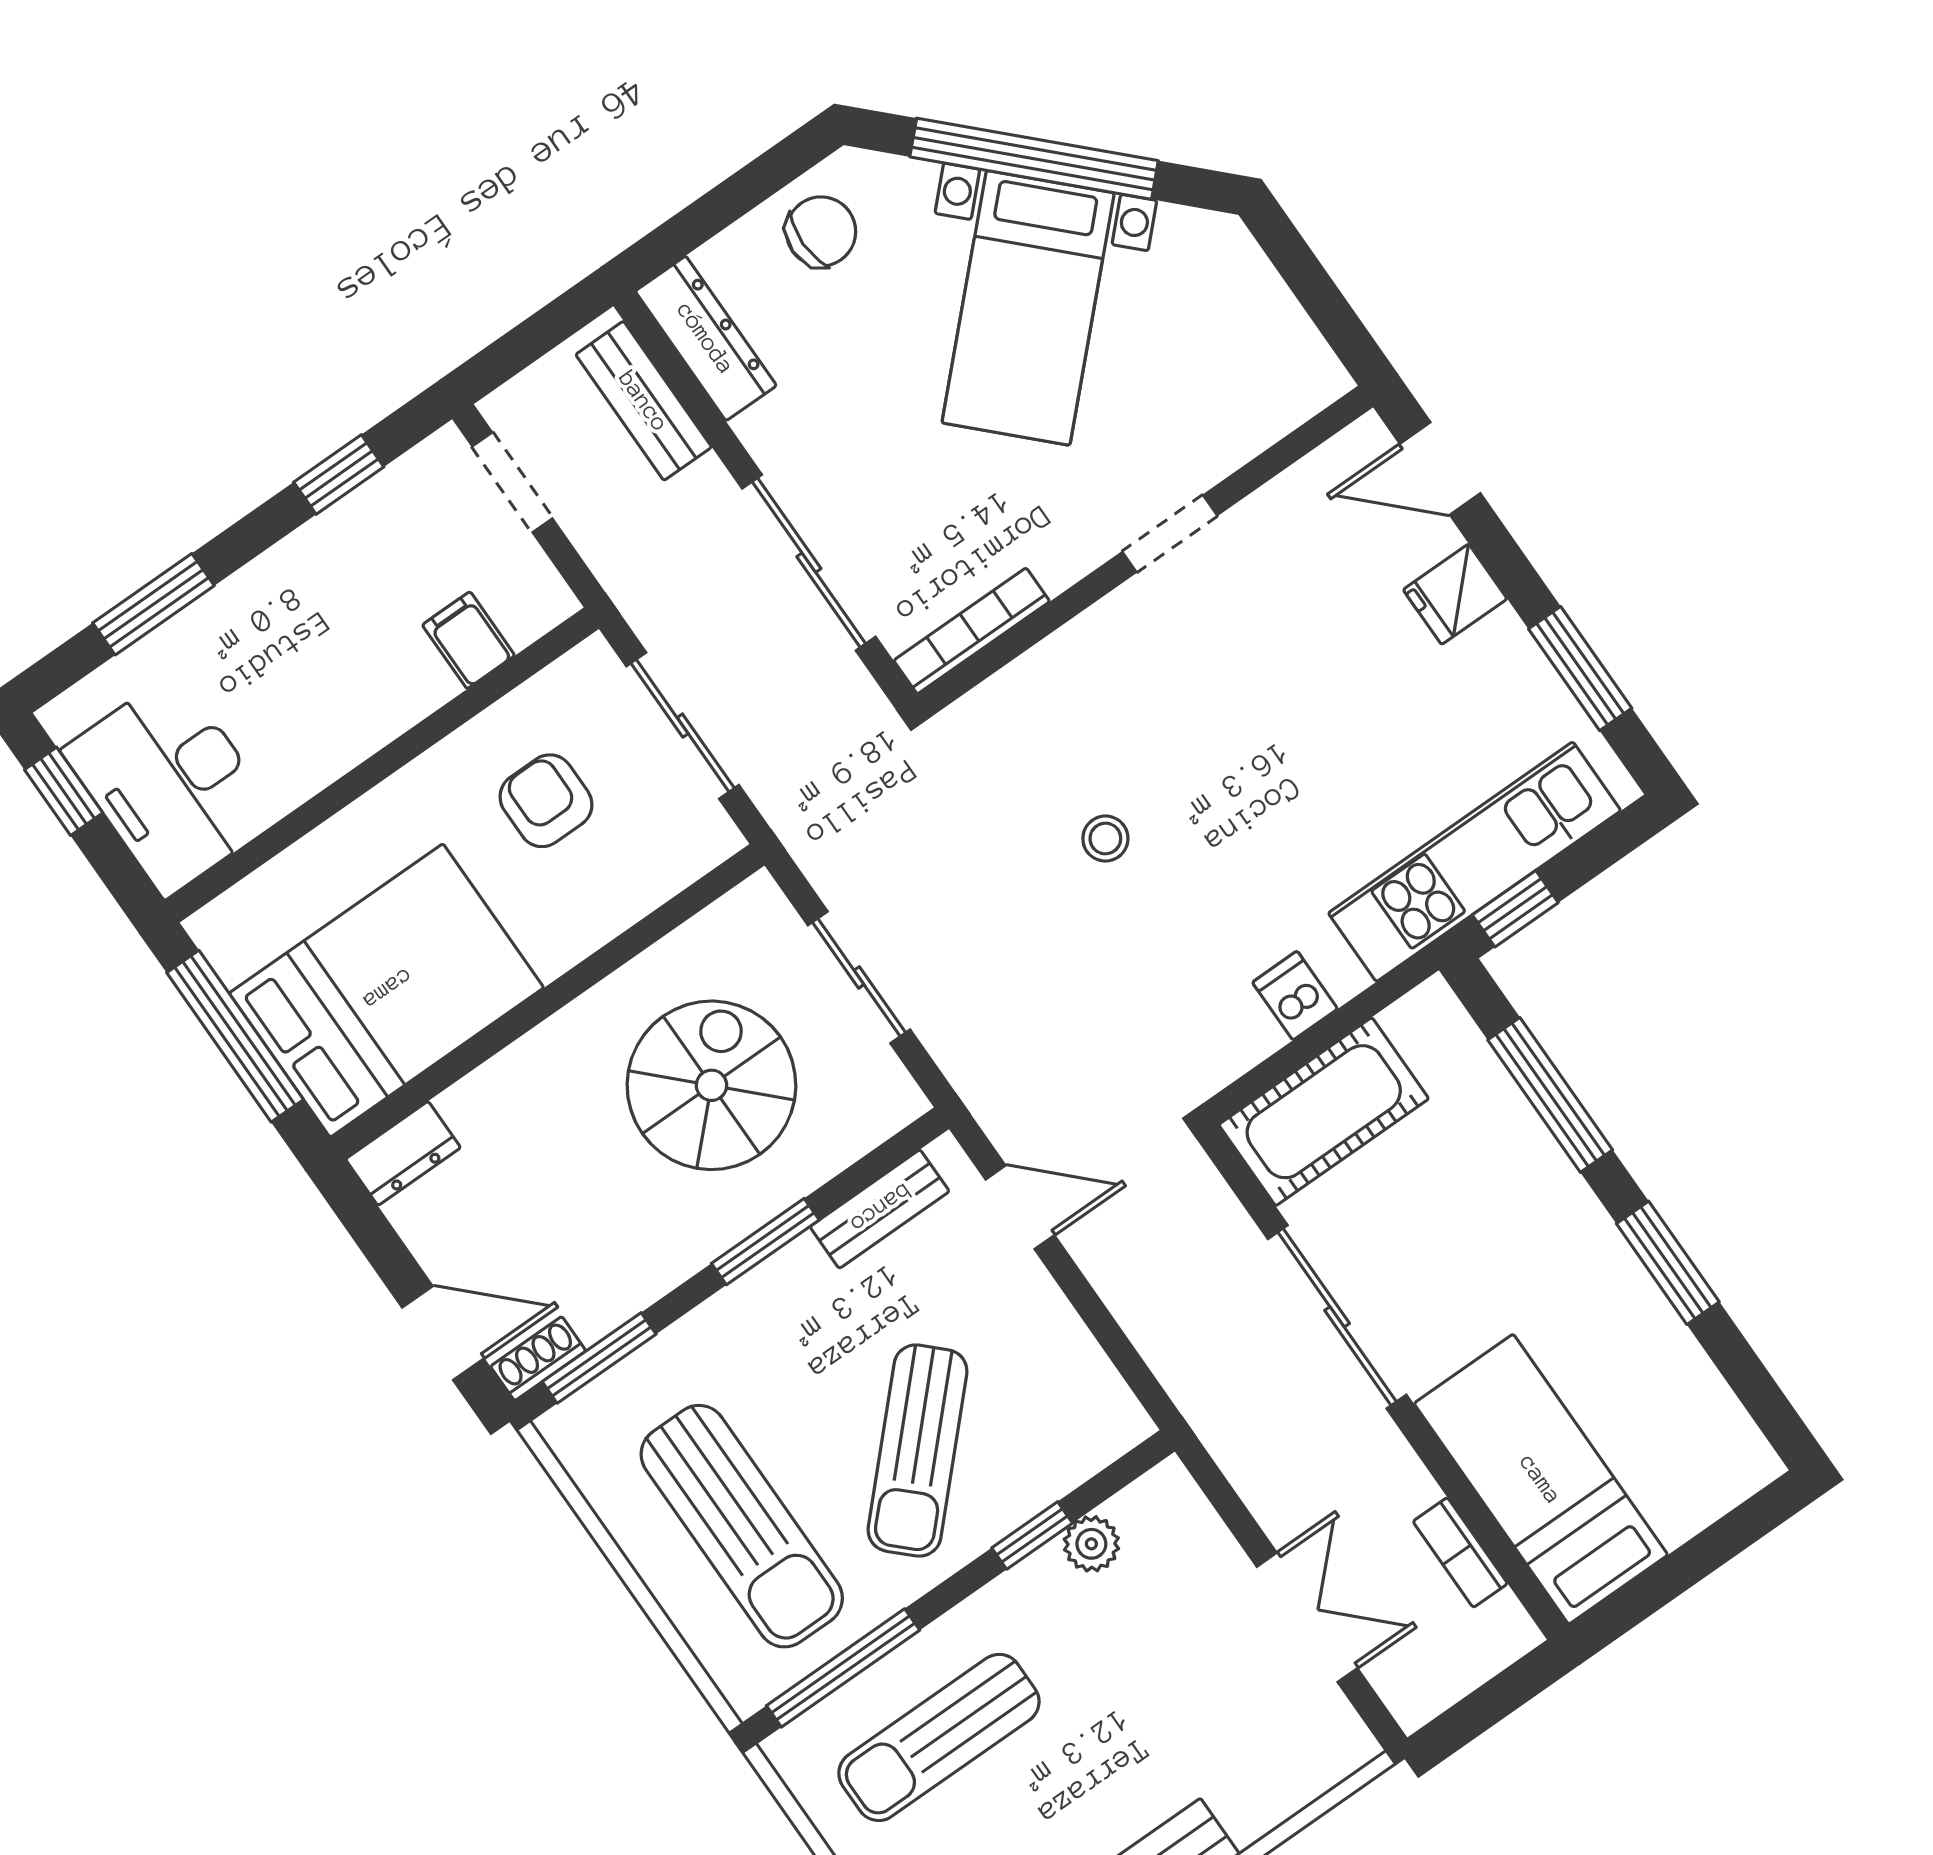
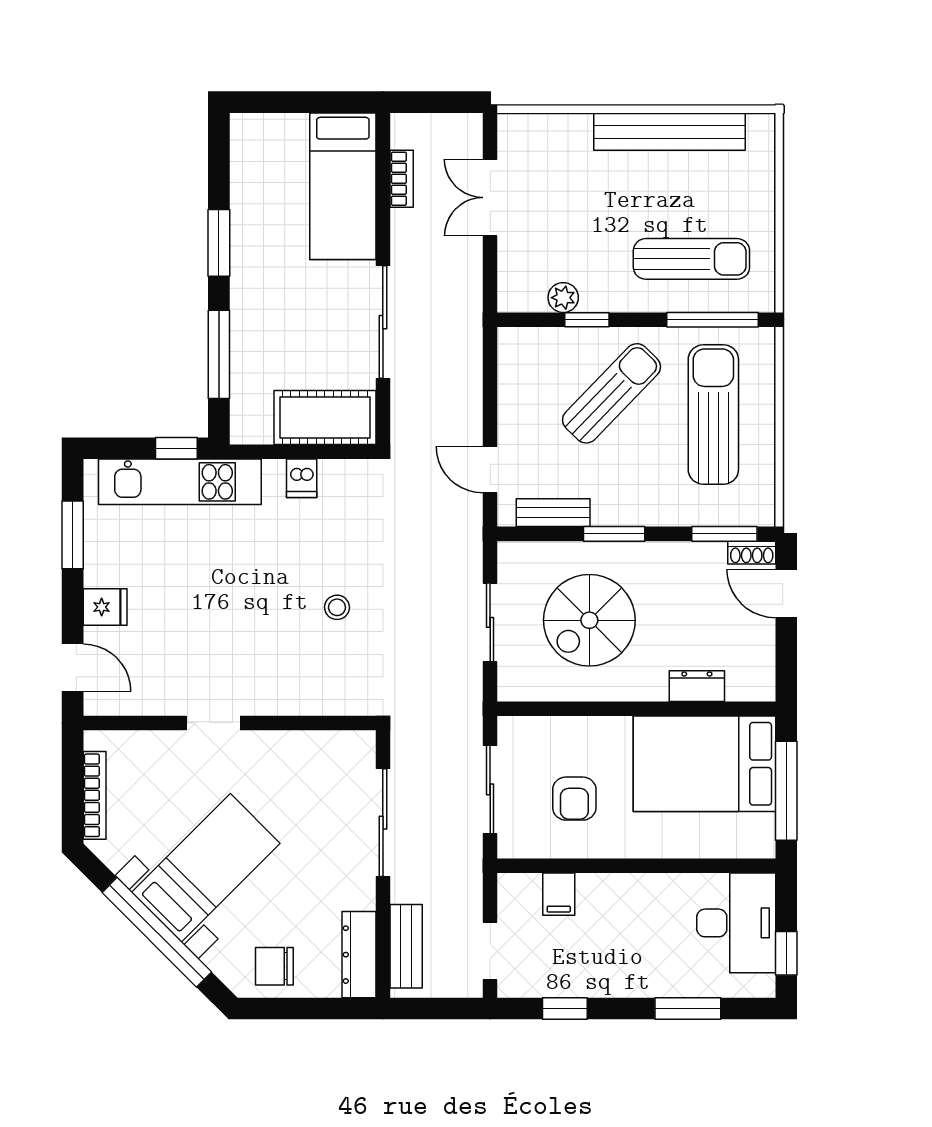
bookcase: (972, 631) -> (95, 795), moved, turned -90
dresser: (403, 1153) -> (697, 686), moved

